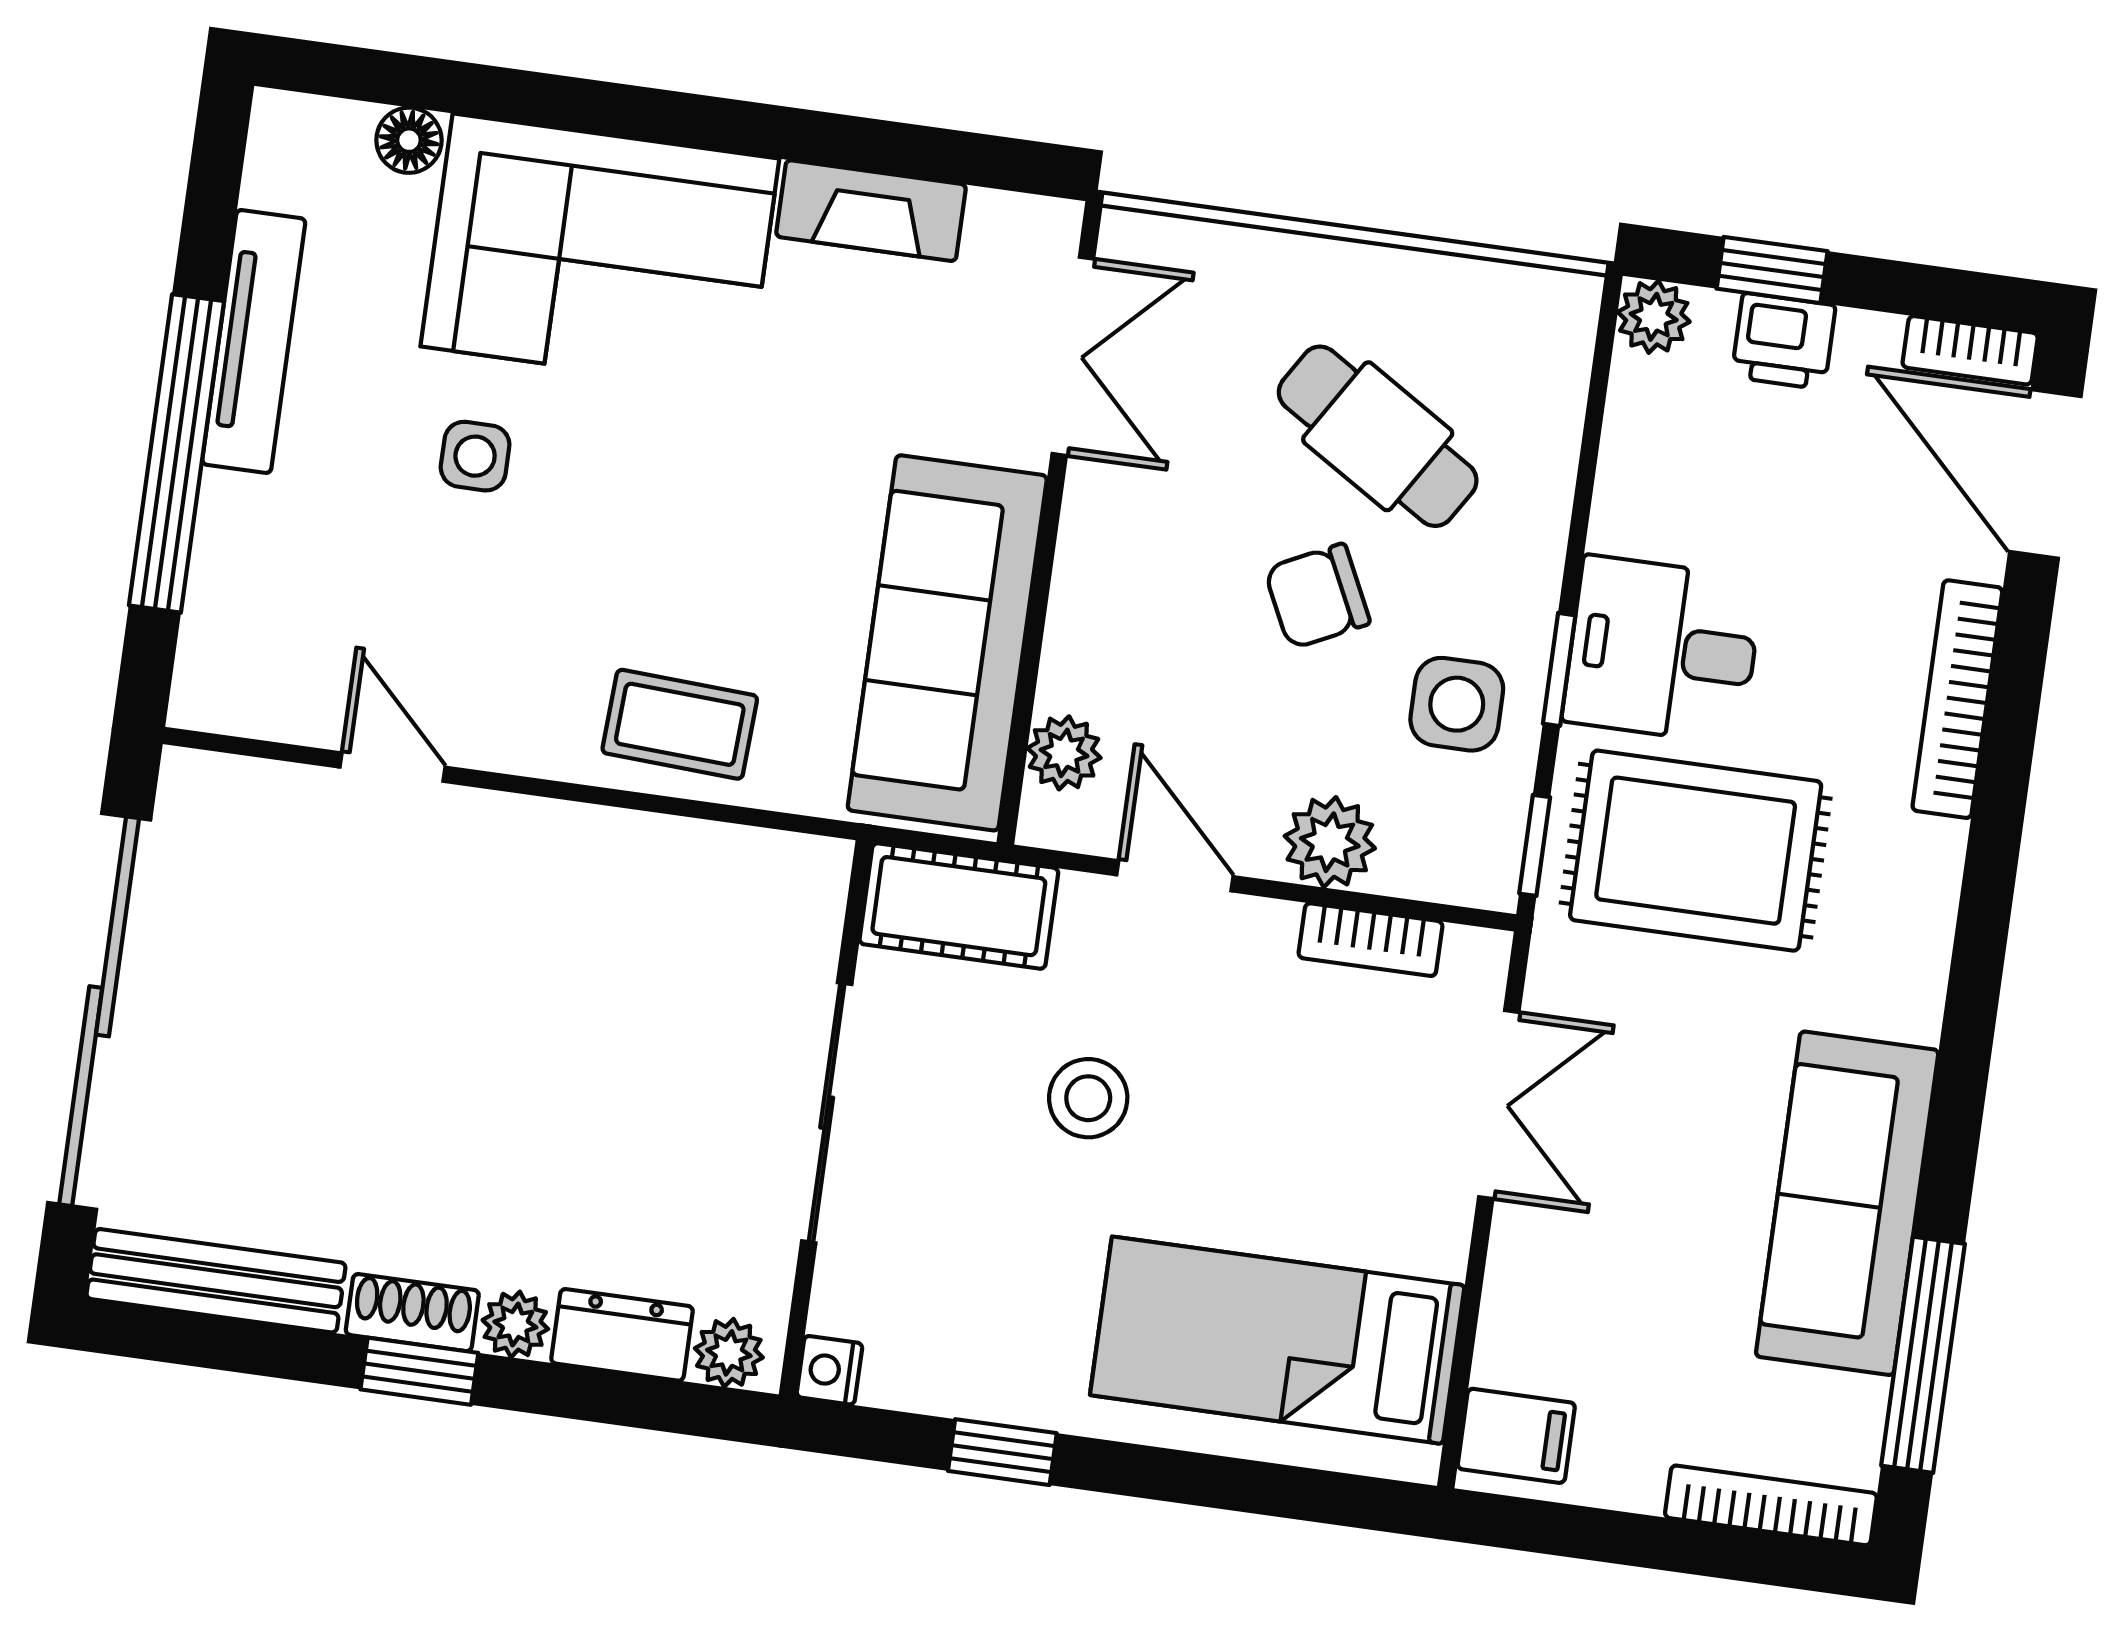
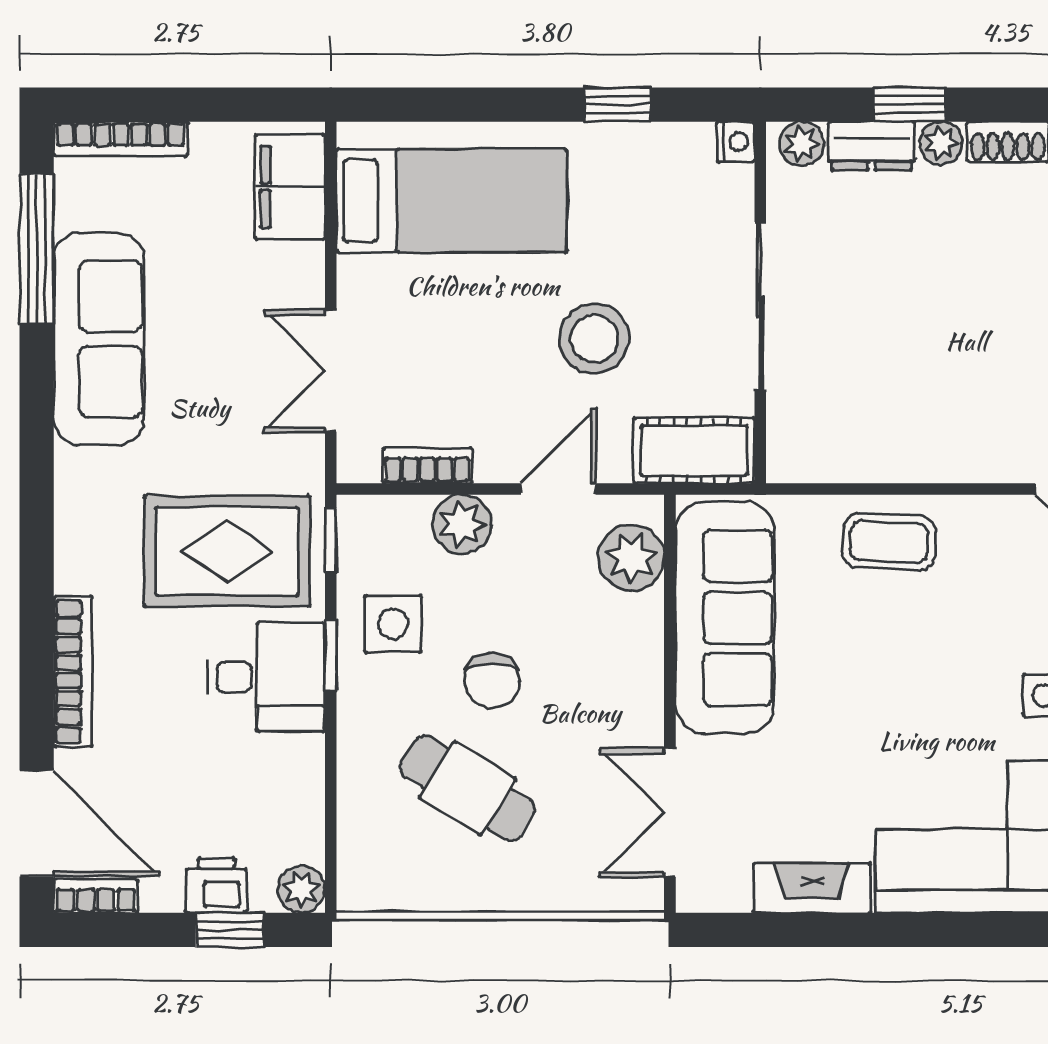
chair: (1317, 596) -> (492, 681), turned 116
plant: (1064, 753) -> (631, 558), width x1.38, depth x1.38
door: (1175, 876) -> (558, 489), swing flipped
stool: (1088, 1098) -> (594, 339), width x1.38, depth x1.38
window: (419, 1371) -> (910, 105), moved
filing cabinet: (1516, 1436) -> (290, 187), width x2.00

